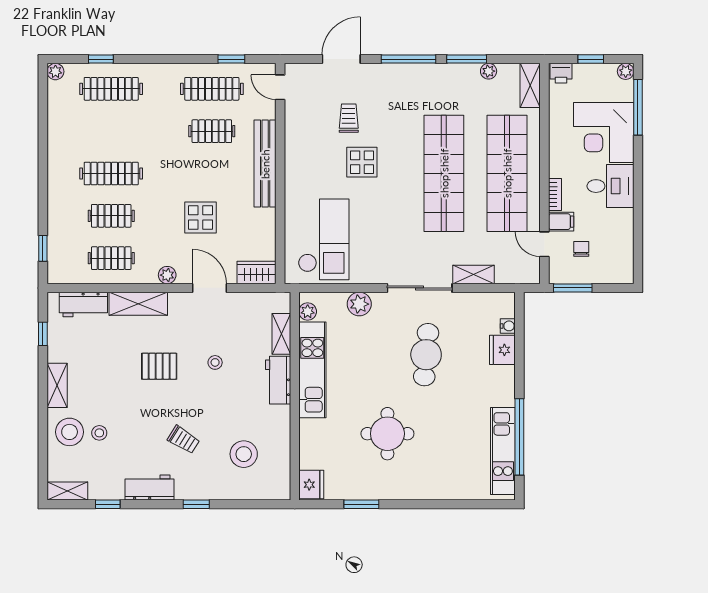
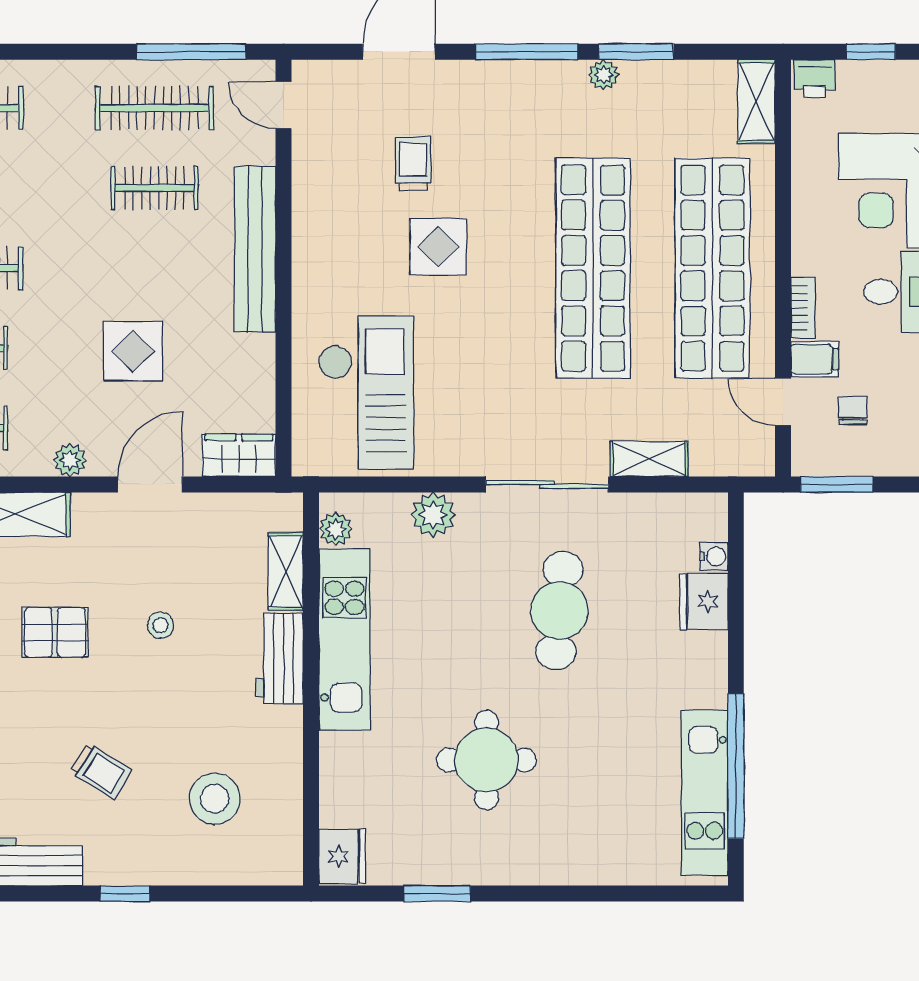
window: (231, 59) -> (191, 52), width x2.17
plant: (489, 71) -> (604, 75), moved
door: (210, 288) -> (150, 484), hinge flipped

